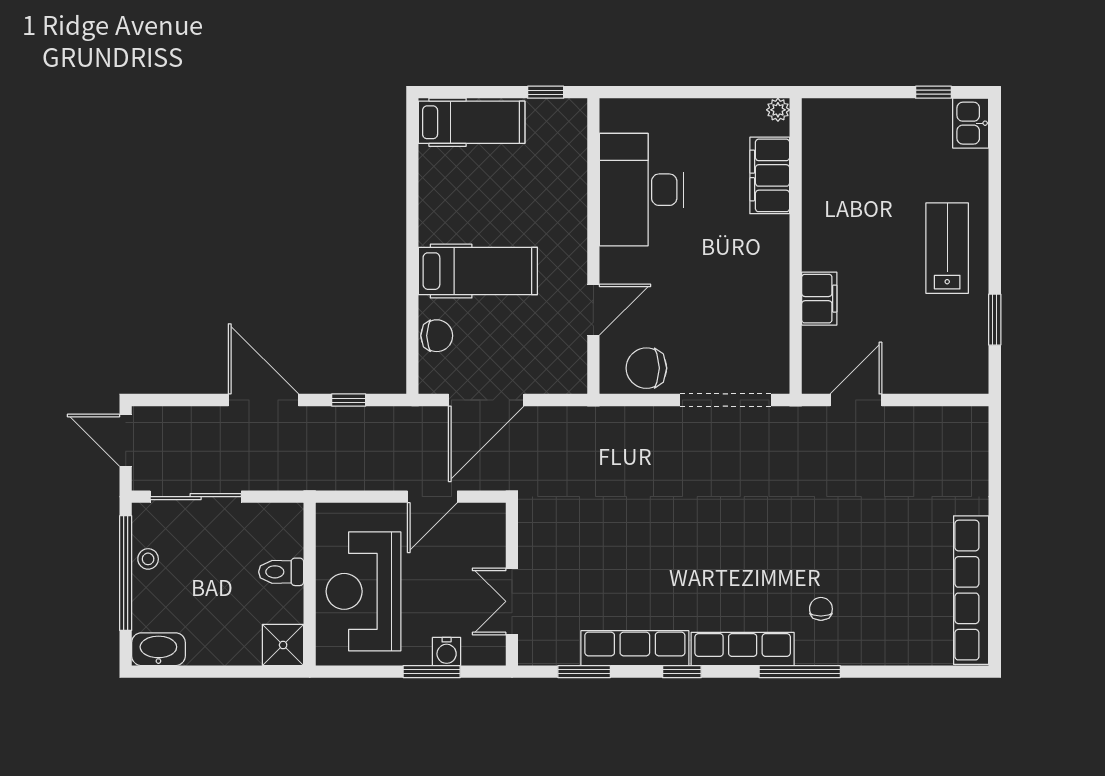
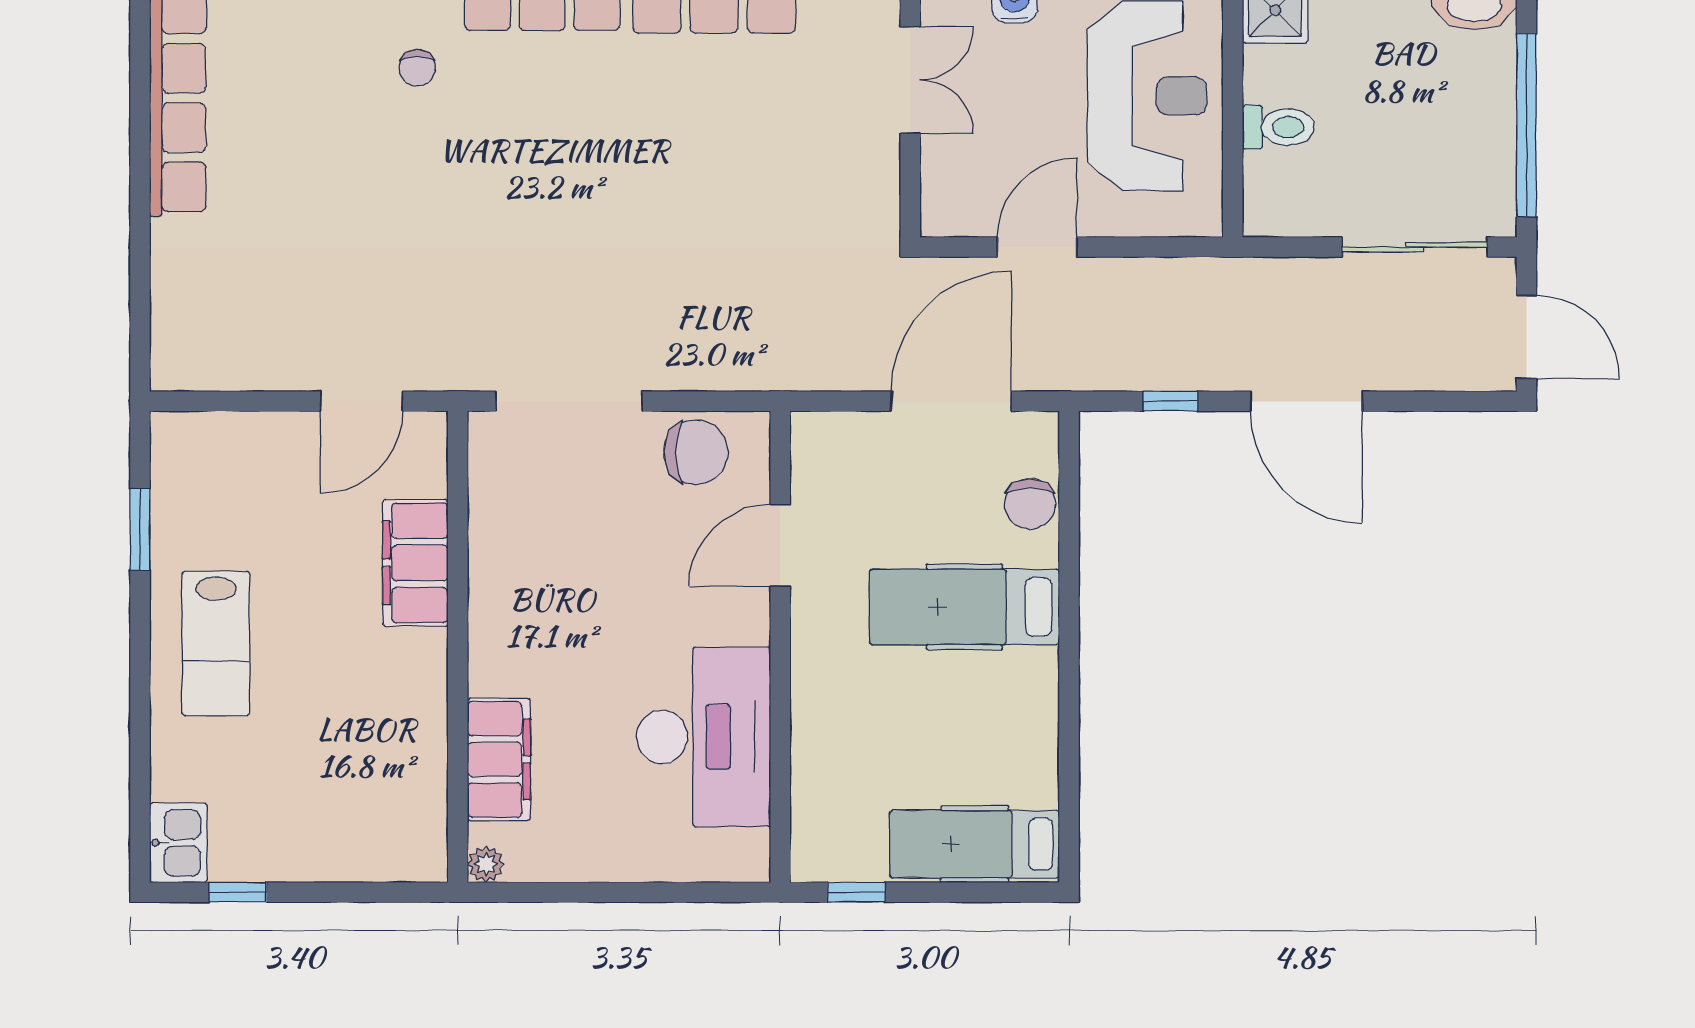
filing cabinet: (819, 299) -> (415, 563), width x1.50, depth x1.17
chair: (437, 336) -> (1030, 504), turned -90
stool: (148, 559) -> (1491, 148), removed

